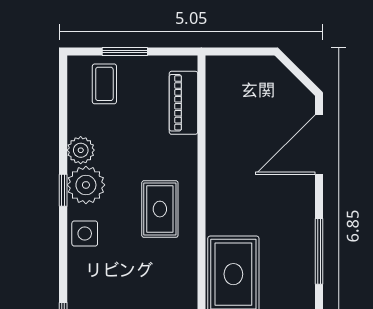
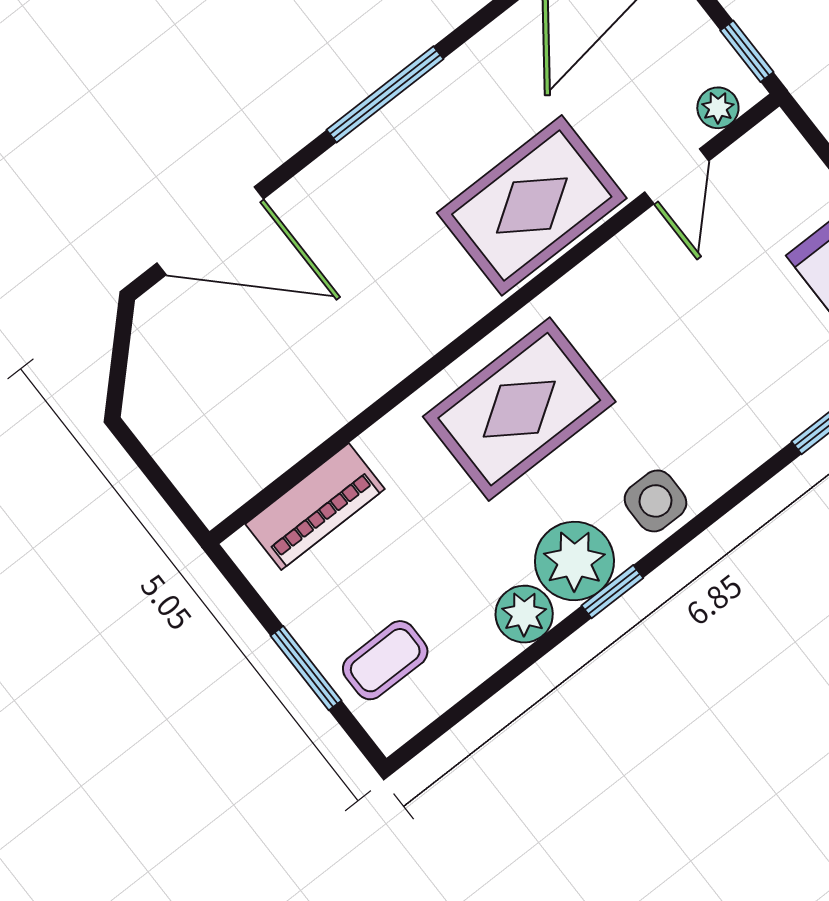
rug: (160, 209) -> (519, 409), width x1.36, depth x1.43

